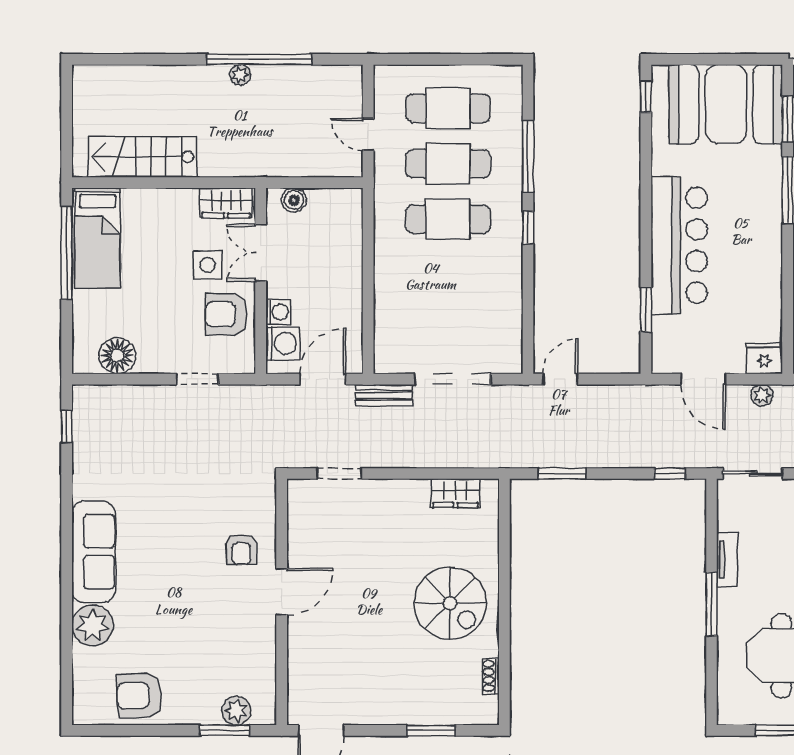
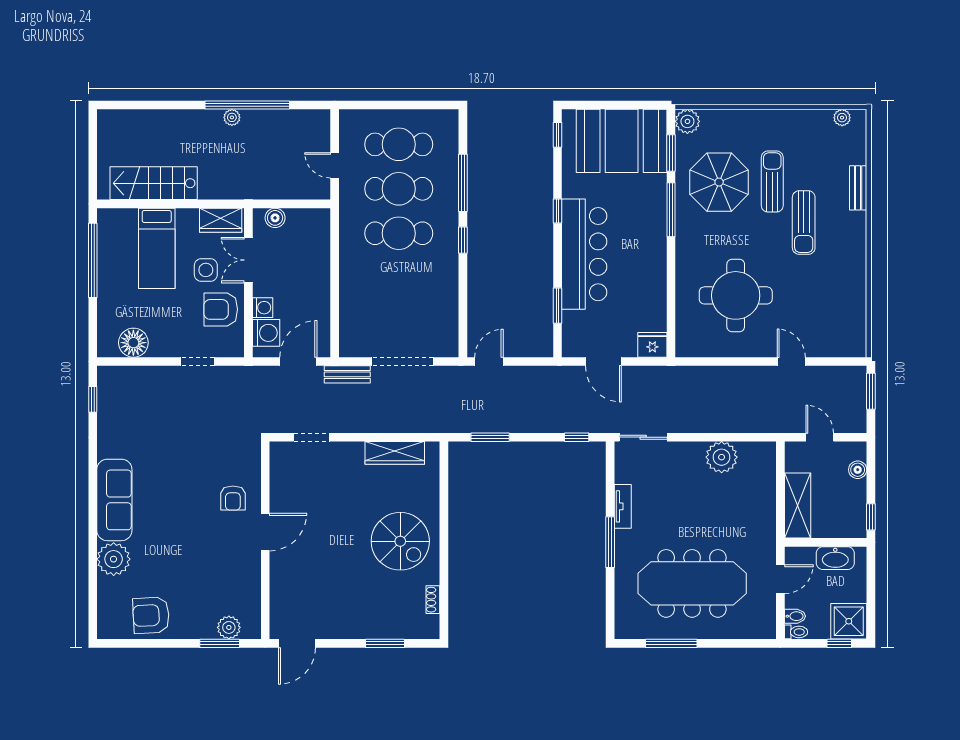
window: (646, 191) -> (557, 211), added
bed: (98, 238) -> (157, 248), moved
plant: (762, 395) -> (650, 375), removed
wardrobe: (455, 493) -> (395, 453), width x1.50

